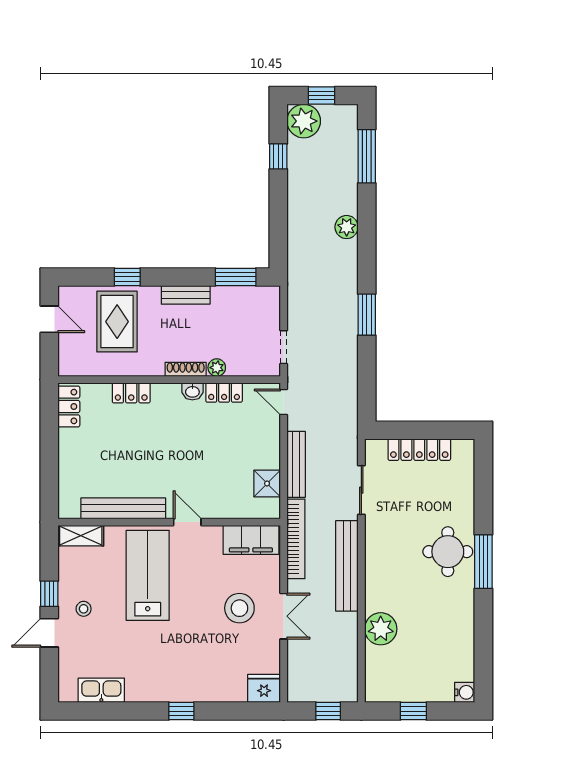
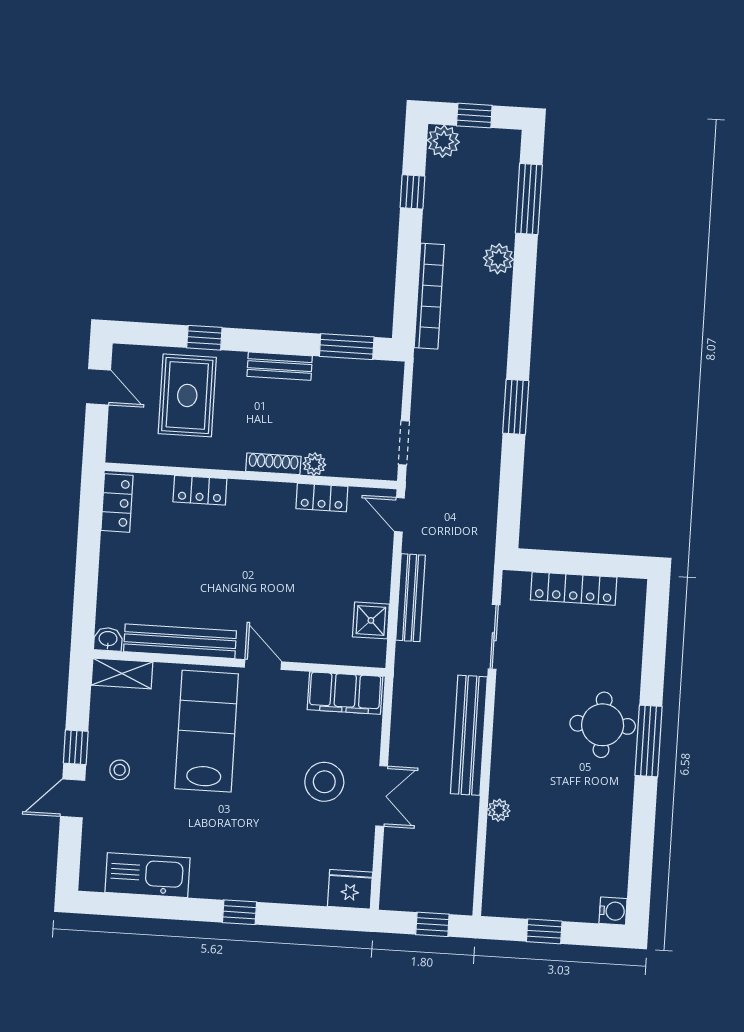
plant: (304, 121) -> (443, 141), width x0.73, depth x0.73
plant: (347, 227) -> (498, 259), moved
washbasin: (192, 391) -> (108, 639), moved, turned 180
bookcase: (296, 539) -> (429, 296), moved
plant: (381, 629) -> (499, 810), width x0.53, depth x0.53
kitchen sink: (101, 690) -> (148, 875), width x1.36, depth x1.24

